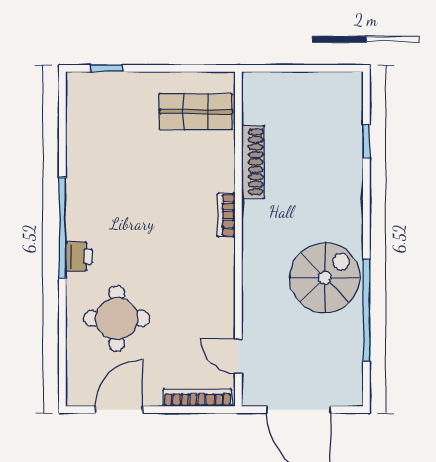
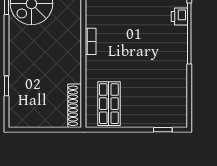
shop shelf: (196, 112) -> (109, 104), turned 90
shoe rack: (253, 162) -> (75, 106), moved

